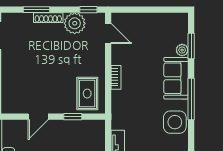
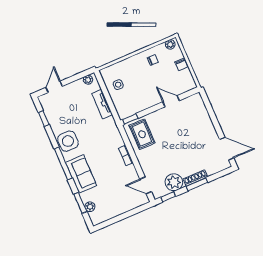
window: (37, 10) -> (197, 184), moved
plant: (182, 50) -> (90, 207), moved
door: (38, 117) -> (171, 101), hinge flipped
window: (73, 117) -> (130, 119), moved

